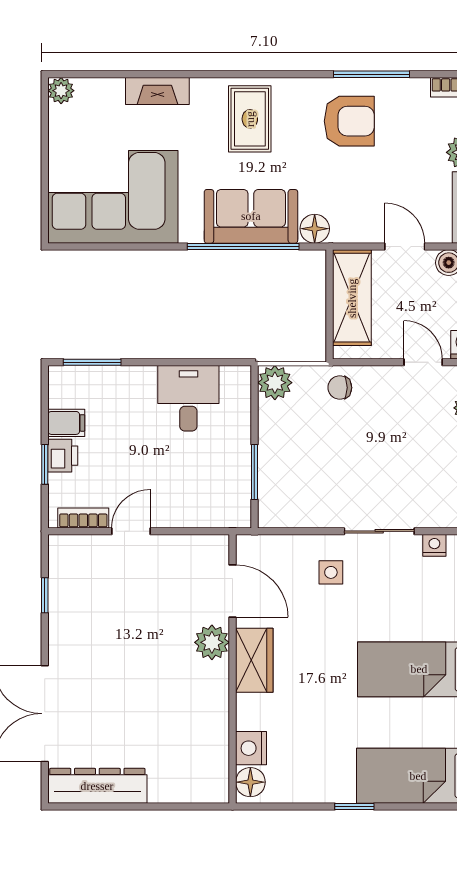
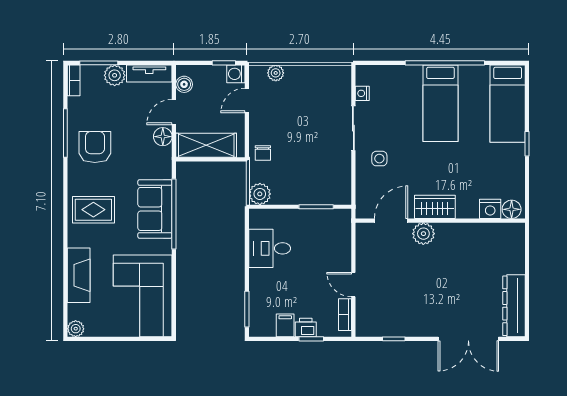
fireplace: (157, 91) -> (79, 275), width x1.37, depth x1.32
floor lamp: (315, 229) -> (163, 137), moved

